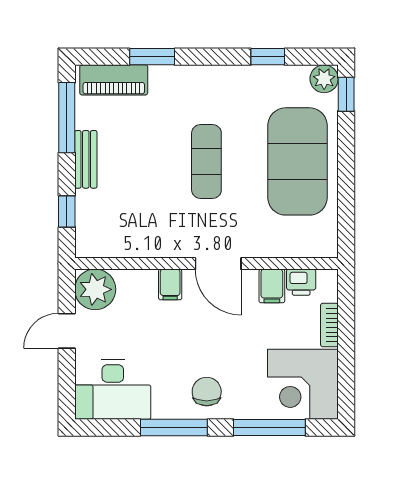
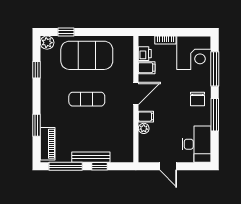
window: (346, 94) -> (66, 32), moved
bench: (86, 159) -> (91, 157), width x1.36
window: (67, 211) -> (99, 166), moved
plant: (95, 289) -> (144, 128), moved, width x0.53, depth x0.53
chair: (207, 392) -> (197, 99), turned -90

